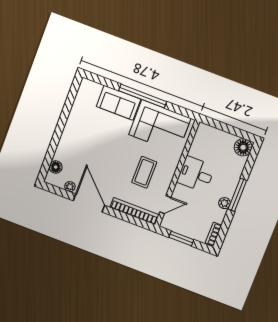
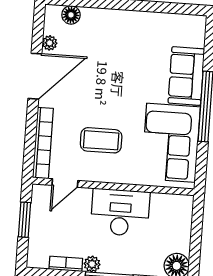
desk: (196, 174) -> (120, 212), width x1.37
door: (165, 205) -> (65, 183), hinge flipped
bookcase: (213, 234) -> (66, 264), moved

